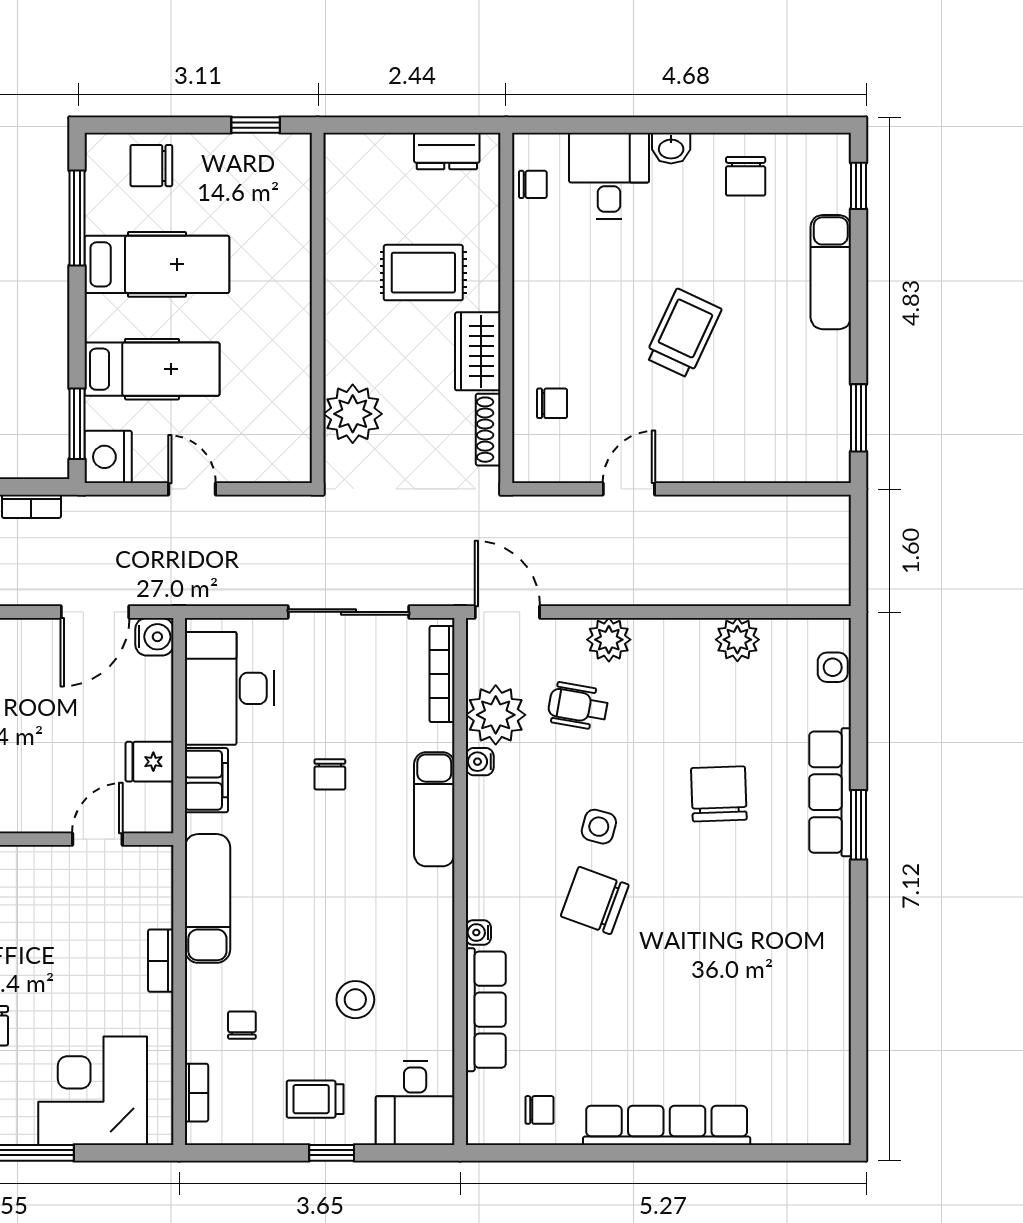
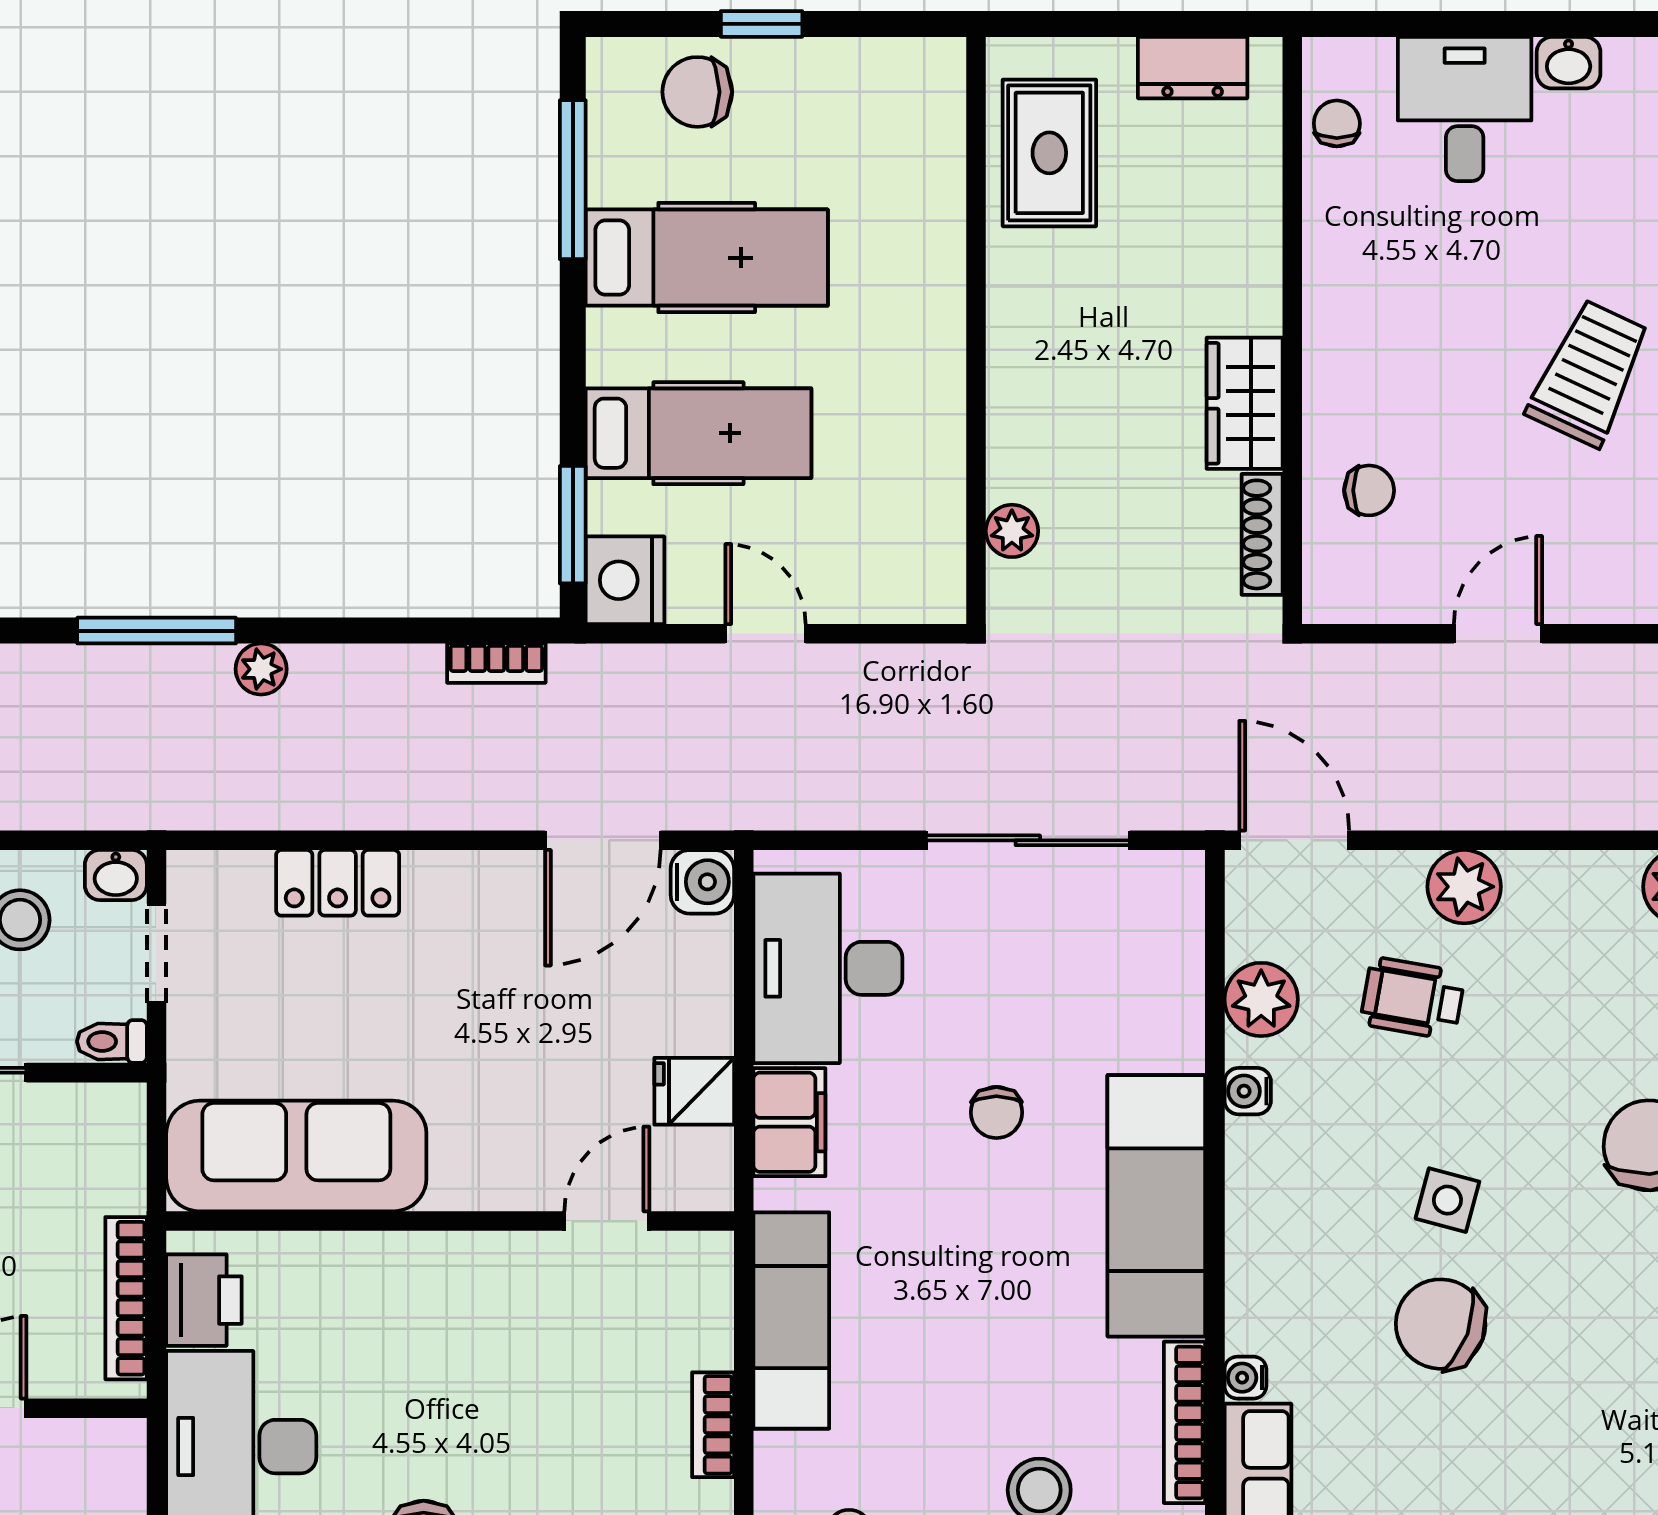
window: (256, 125) -> (762, 24), moved
chair: (533, 184) -> (1337, 123), turned -90
rug: (423, 273) -> (1049, 153), moved, turned 90
plant: (353, 414) -> (1012, 531), width x0.53, depth x0.53
bookcase: (442, 674) -> (1185, 1422), moved
plant: (496, 715) -> (1261, 999), width x0.73, depth x0.73
exam couch: (434, 809) -> (1156, 1206), width x1.36, depth x1.45

